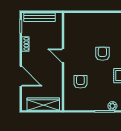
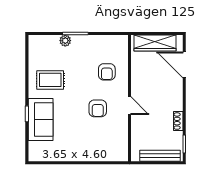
armchair: (102, 54) -> (98, 108), moved
door: (21, 76) -> (184, 65), moved

